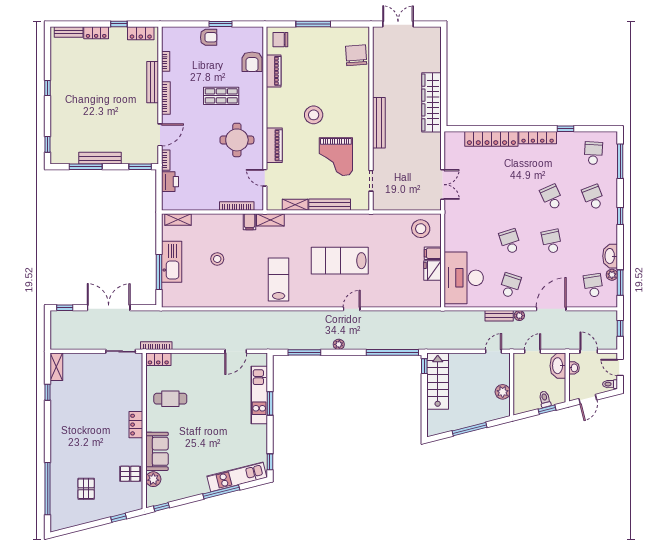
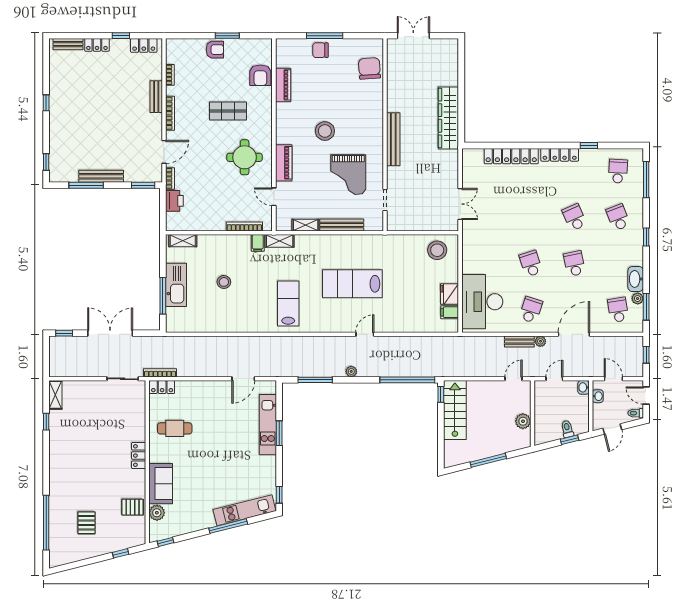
chair: (280, 40) -> (320, 50), moved
bench: (153, 82) -> (156, 97), width x0.73
filing cabinet: (433, 253) -> (450, 312), moved
washbasin: (558, 366) -> (584, 387), width x0.52, depth x0.69

